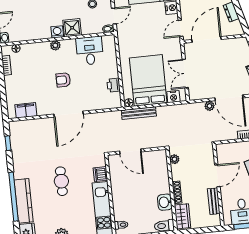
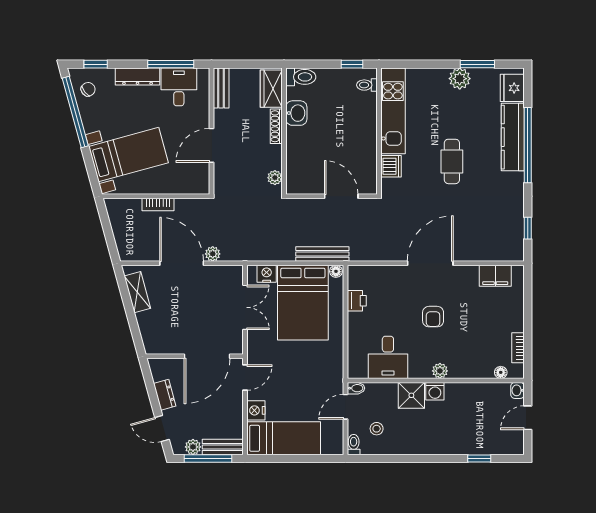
armchair: (63, 80) -> (433, 317), turned 90
bench: (214, 201) -> (221, 88), moved

